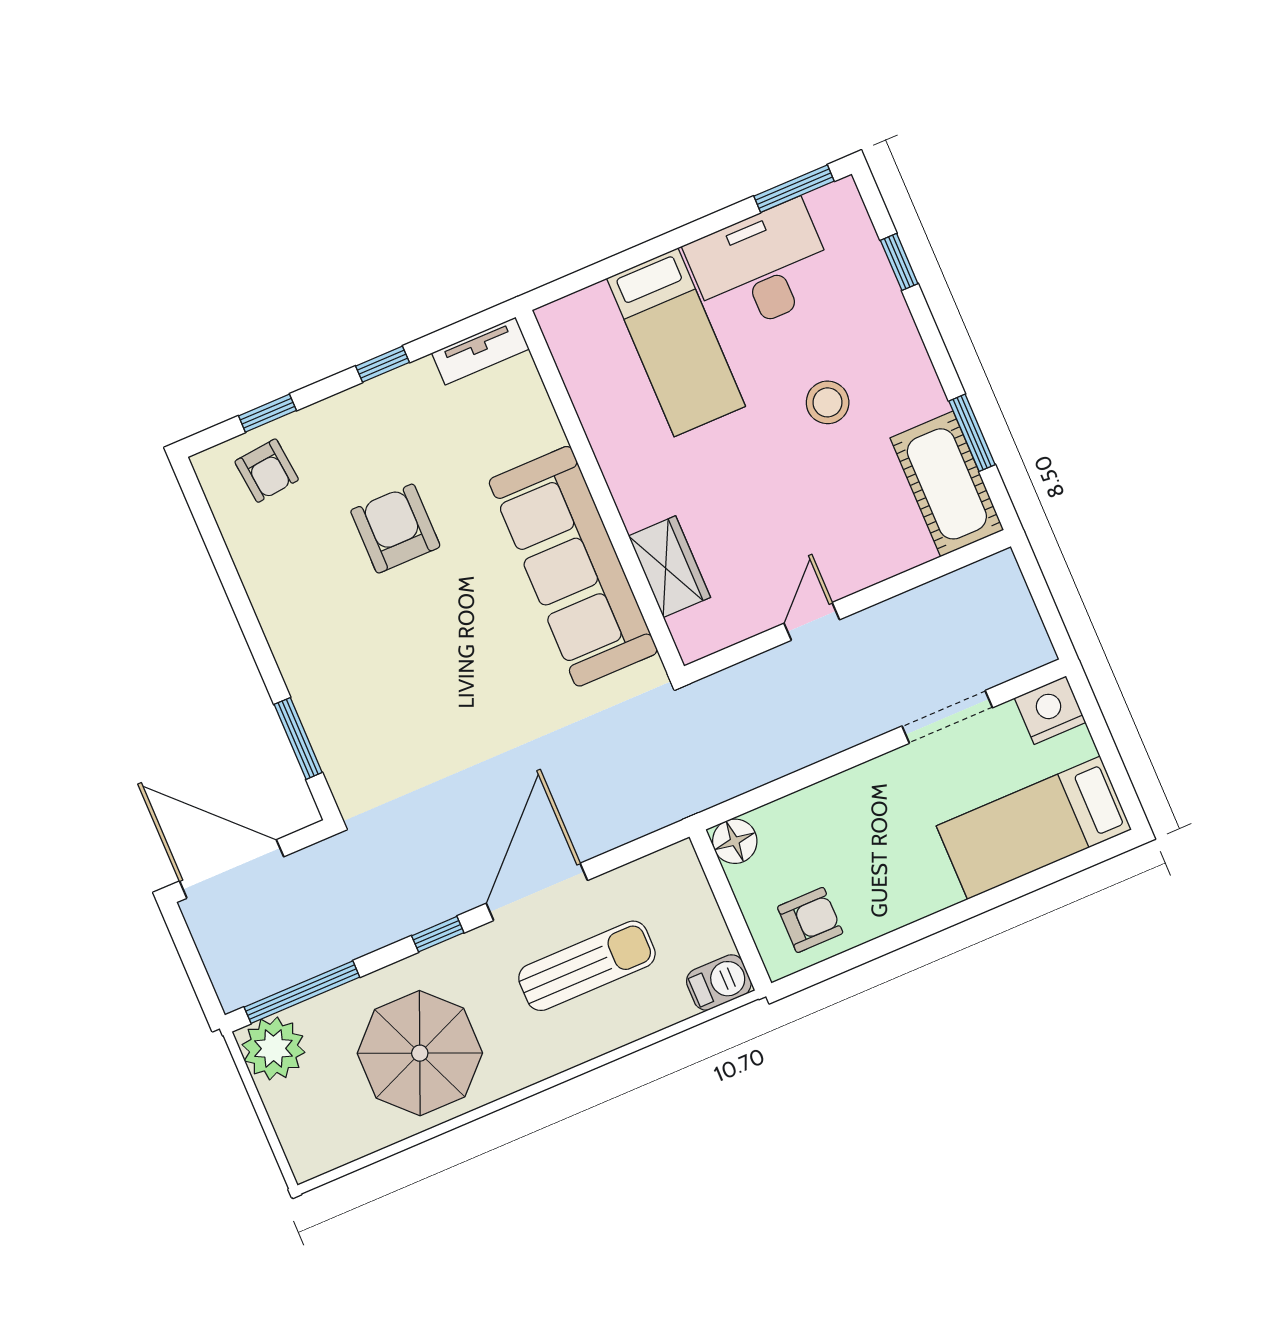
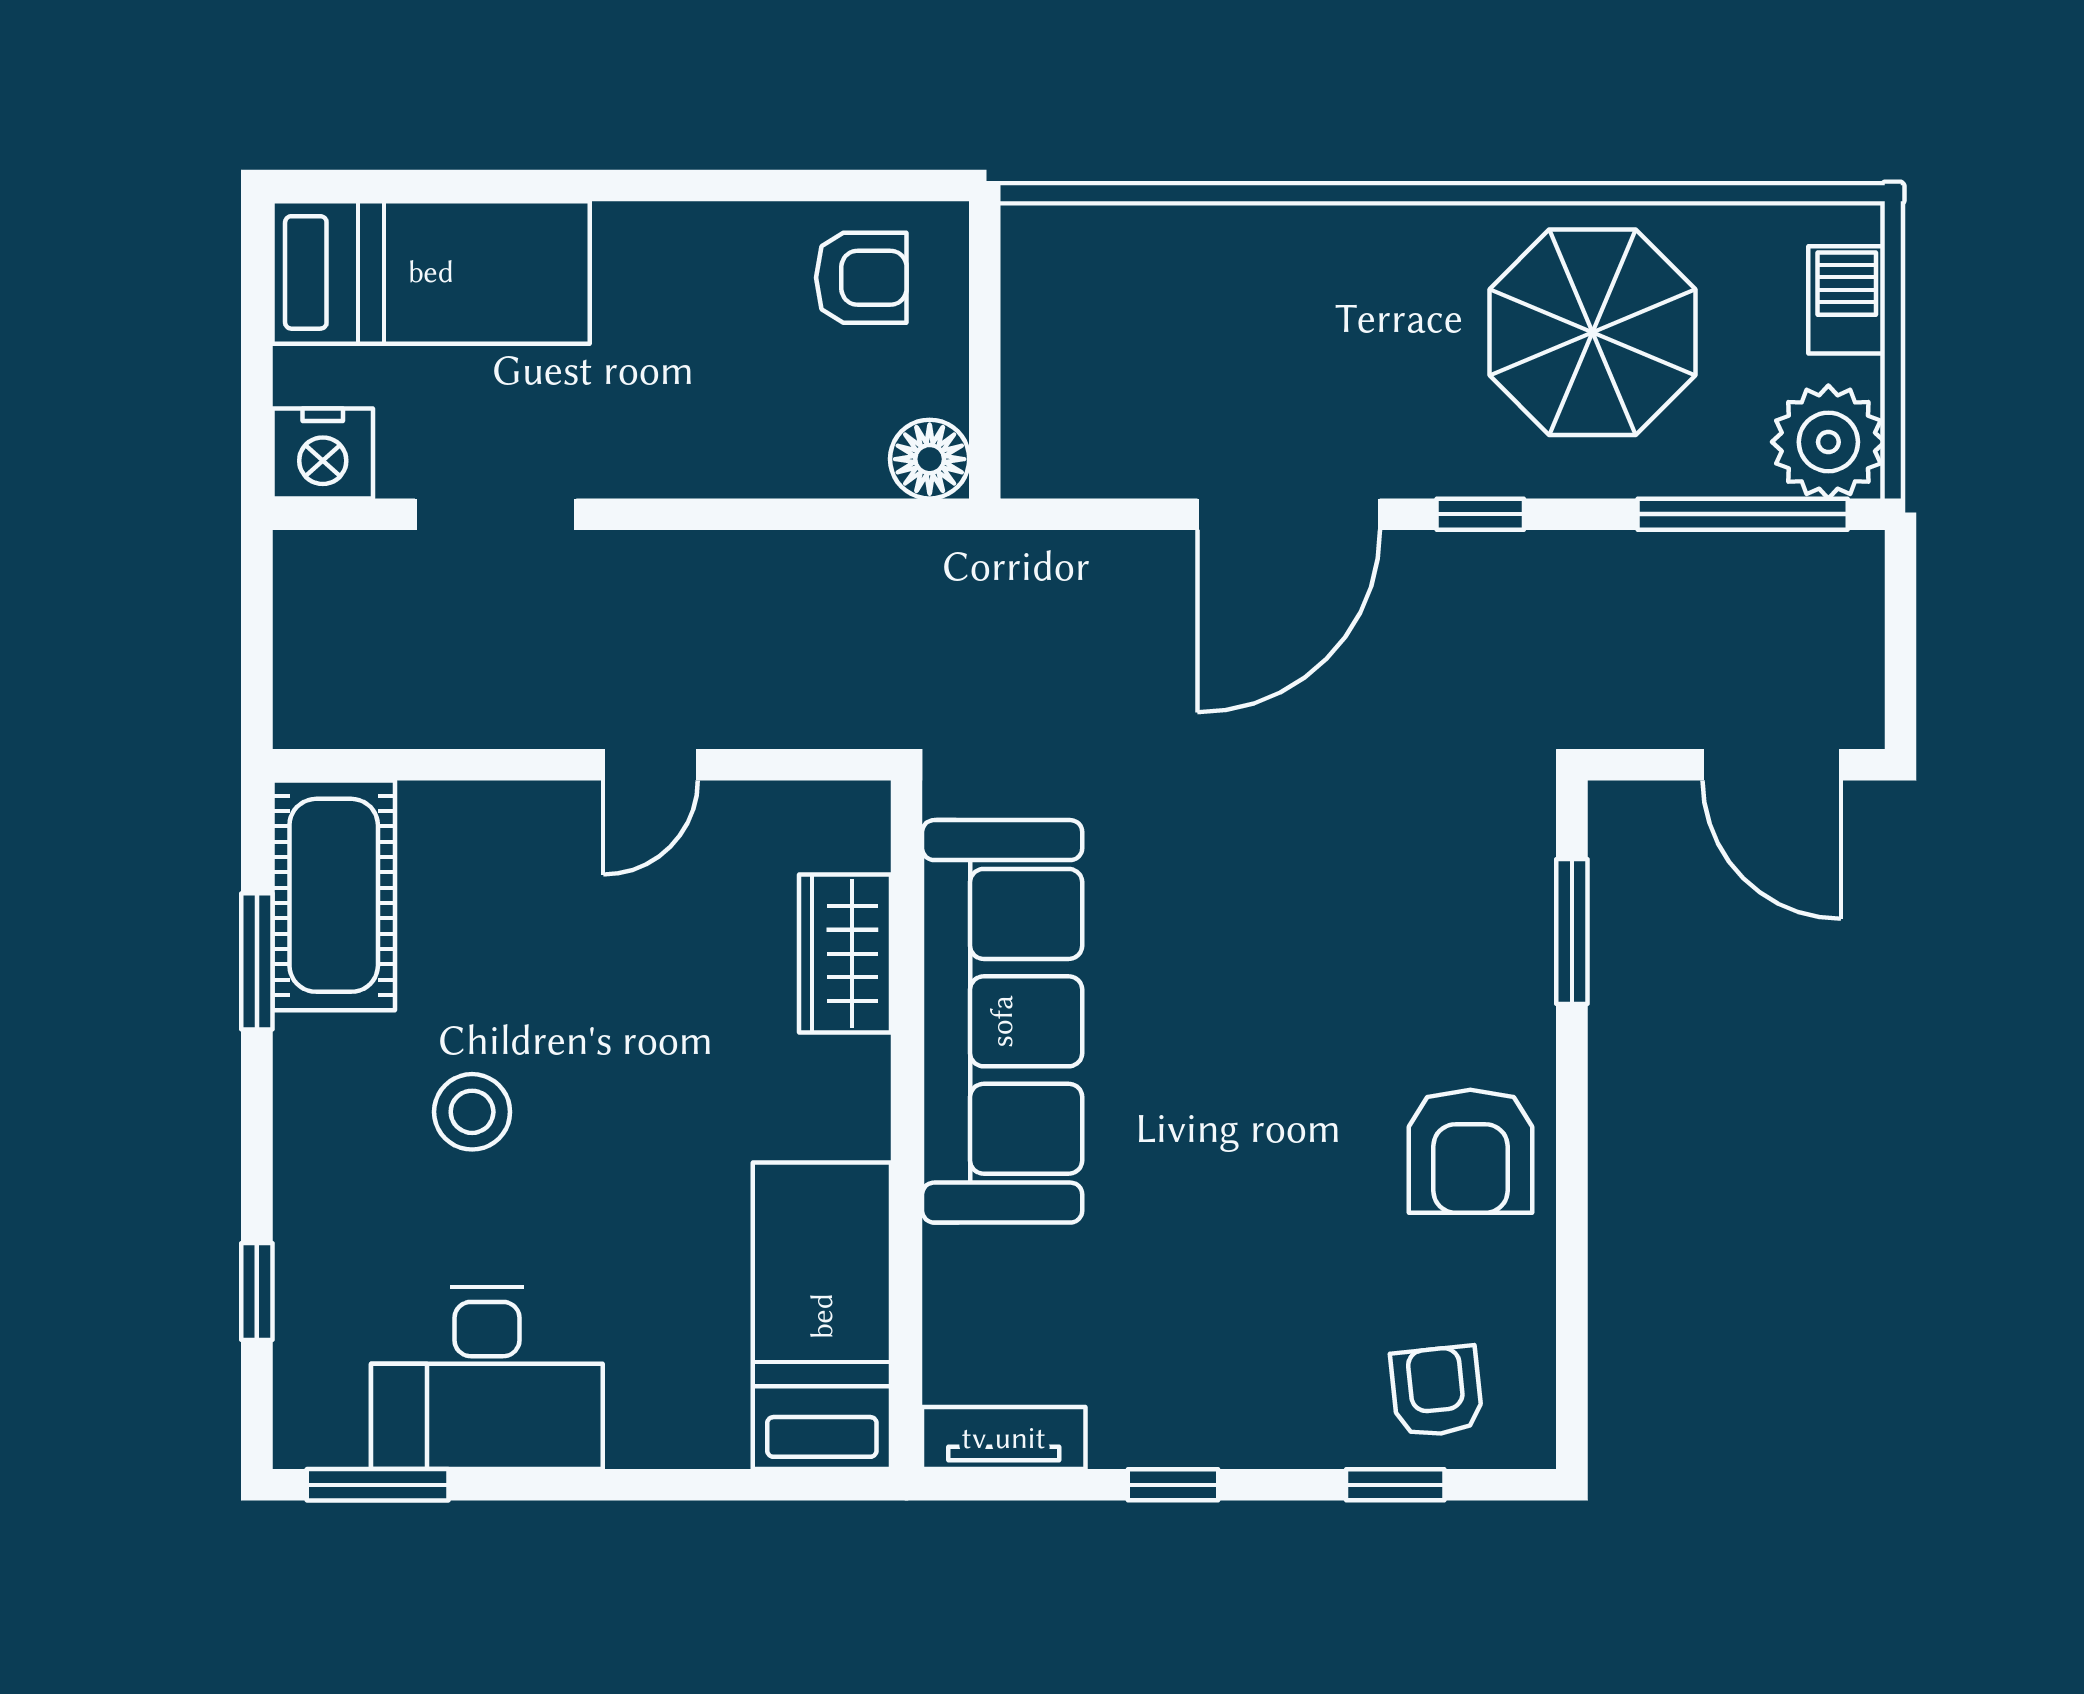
bed: (676, 342) -> (822, 1316), moved
armchair: (395, 529) -> (1470, 1151), moved
door: (232, 869) -> (1772, 765), width x0.73
armchair: (810, 920) -> (861, 278), turned 180
sun lounger: (587, 966) -> (1258, 358), removed
barbecue: (719, 982) -> (1847, 300), moved, turned 90

